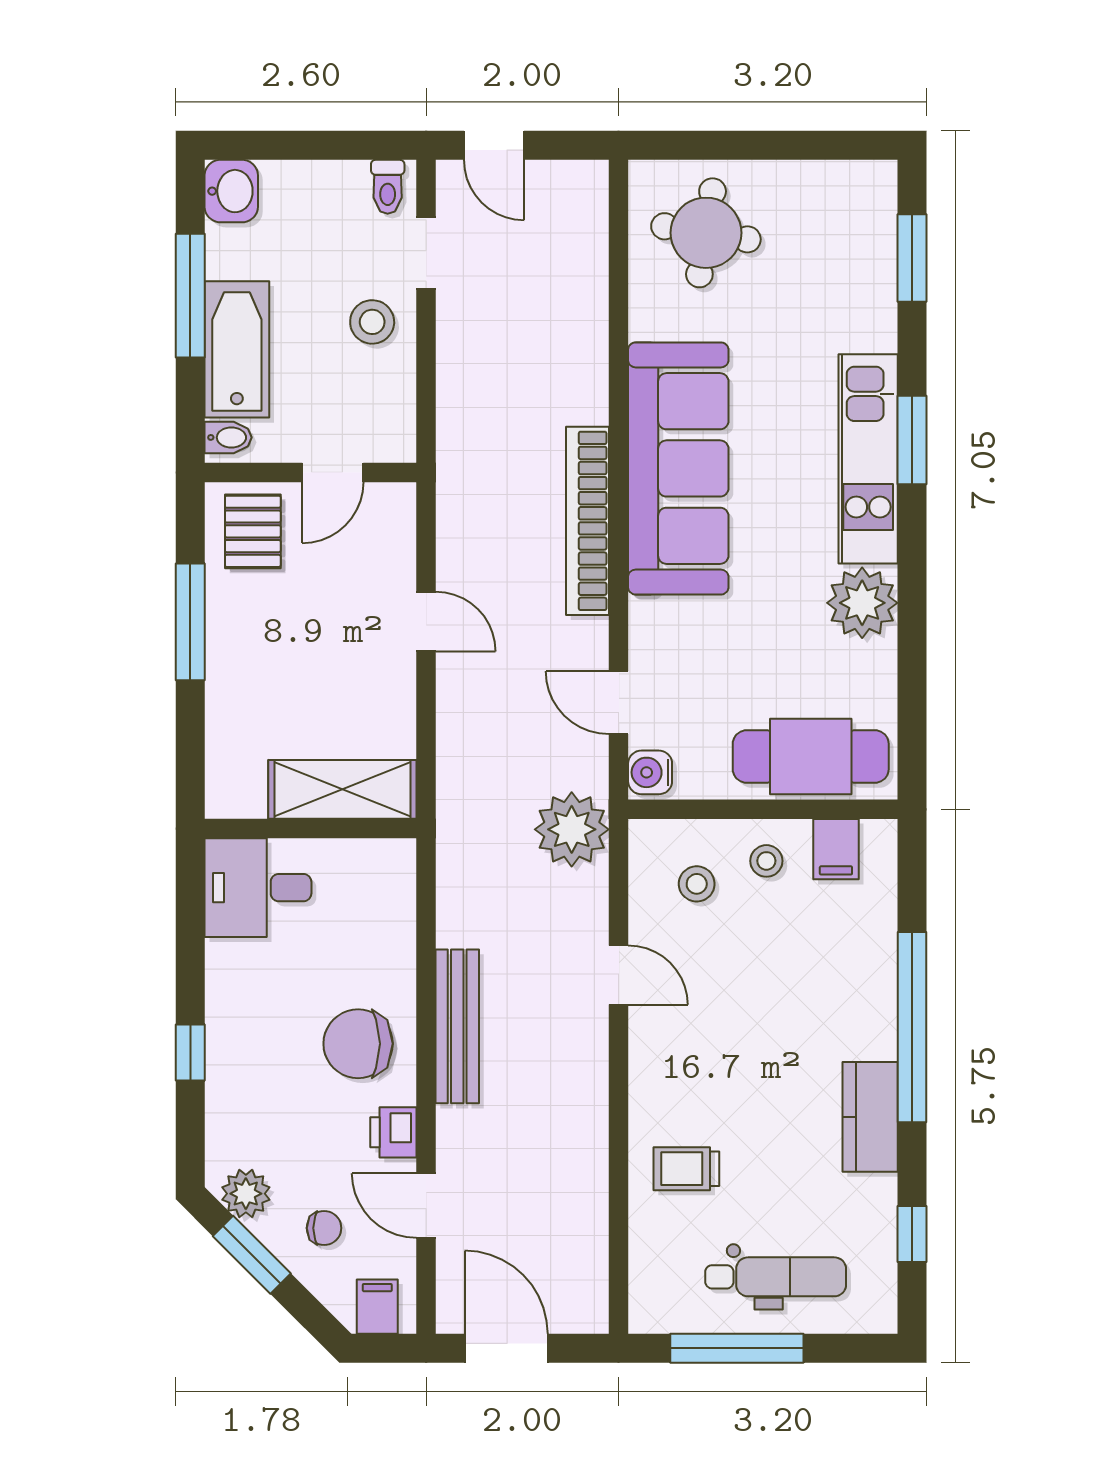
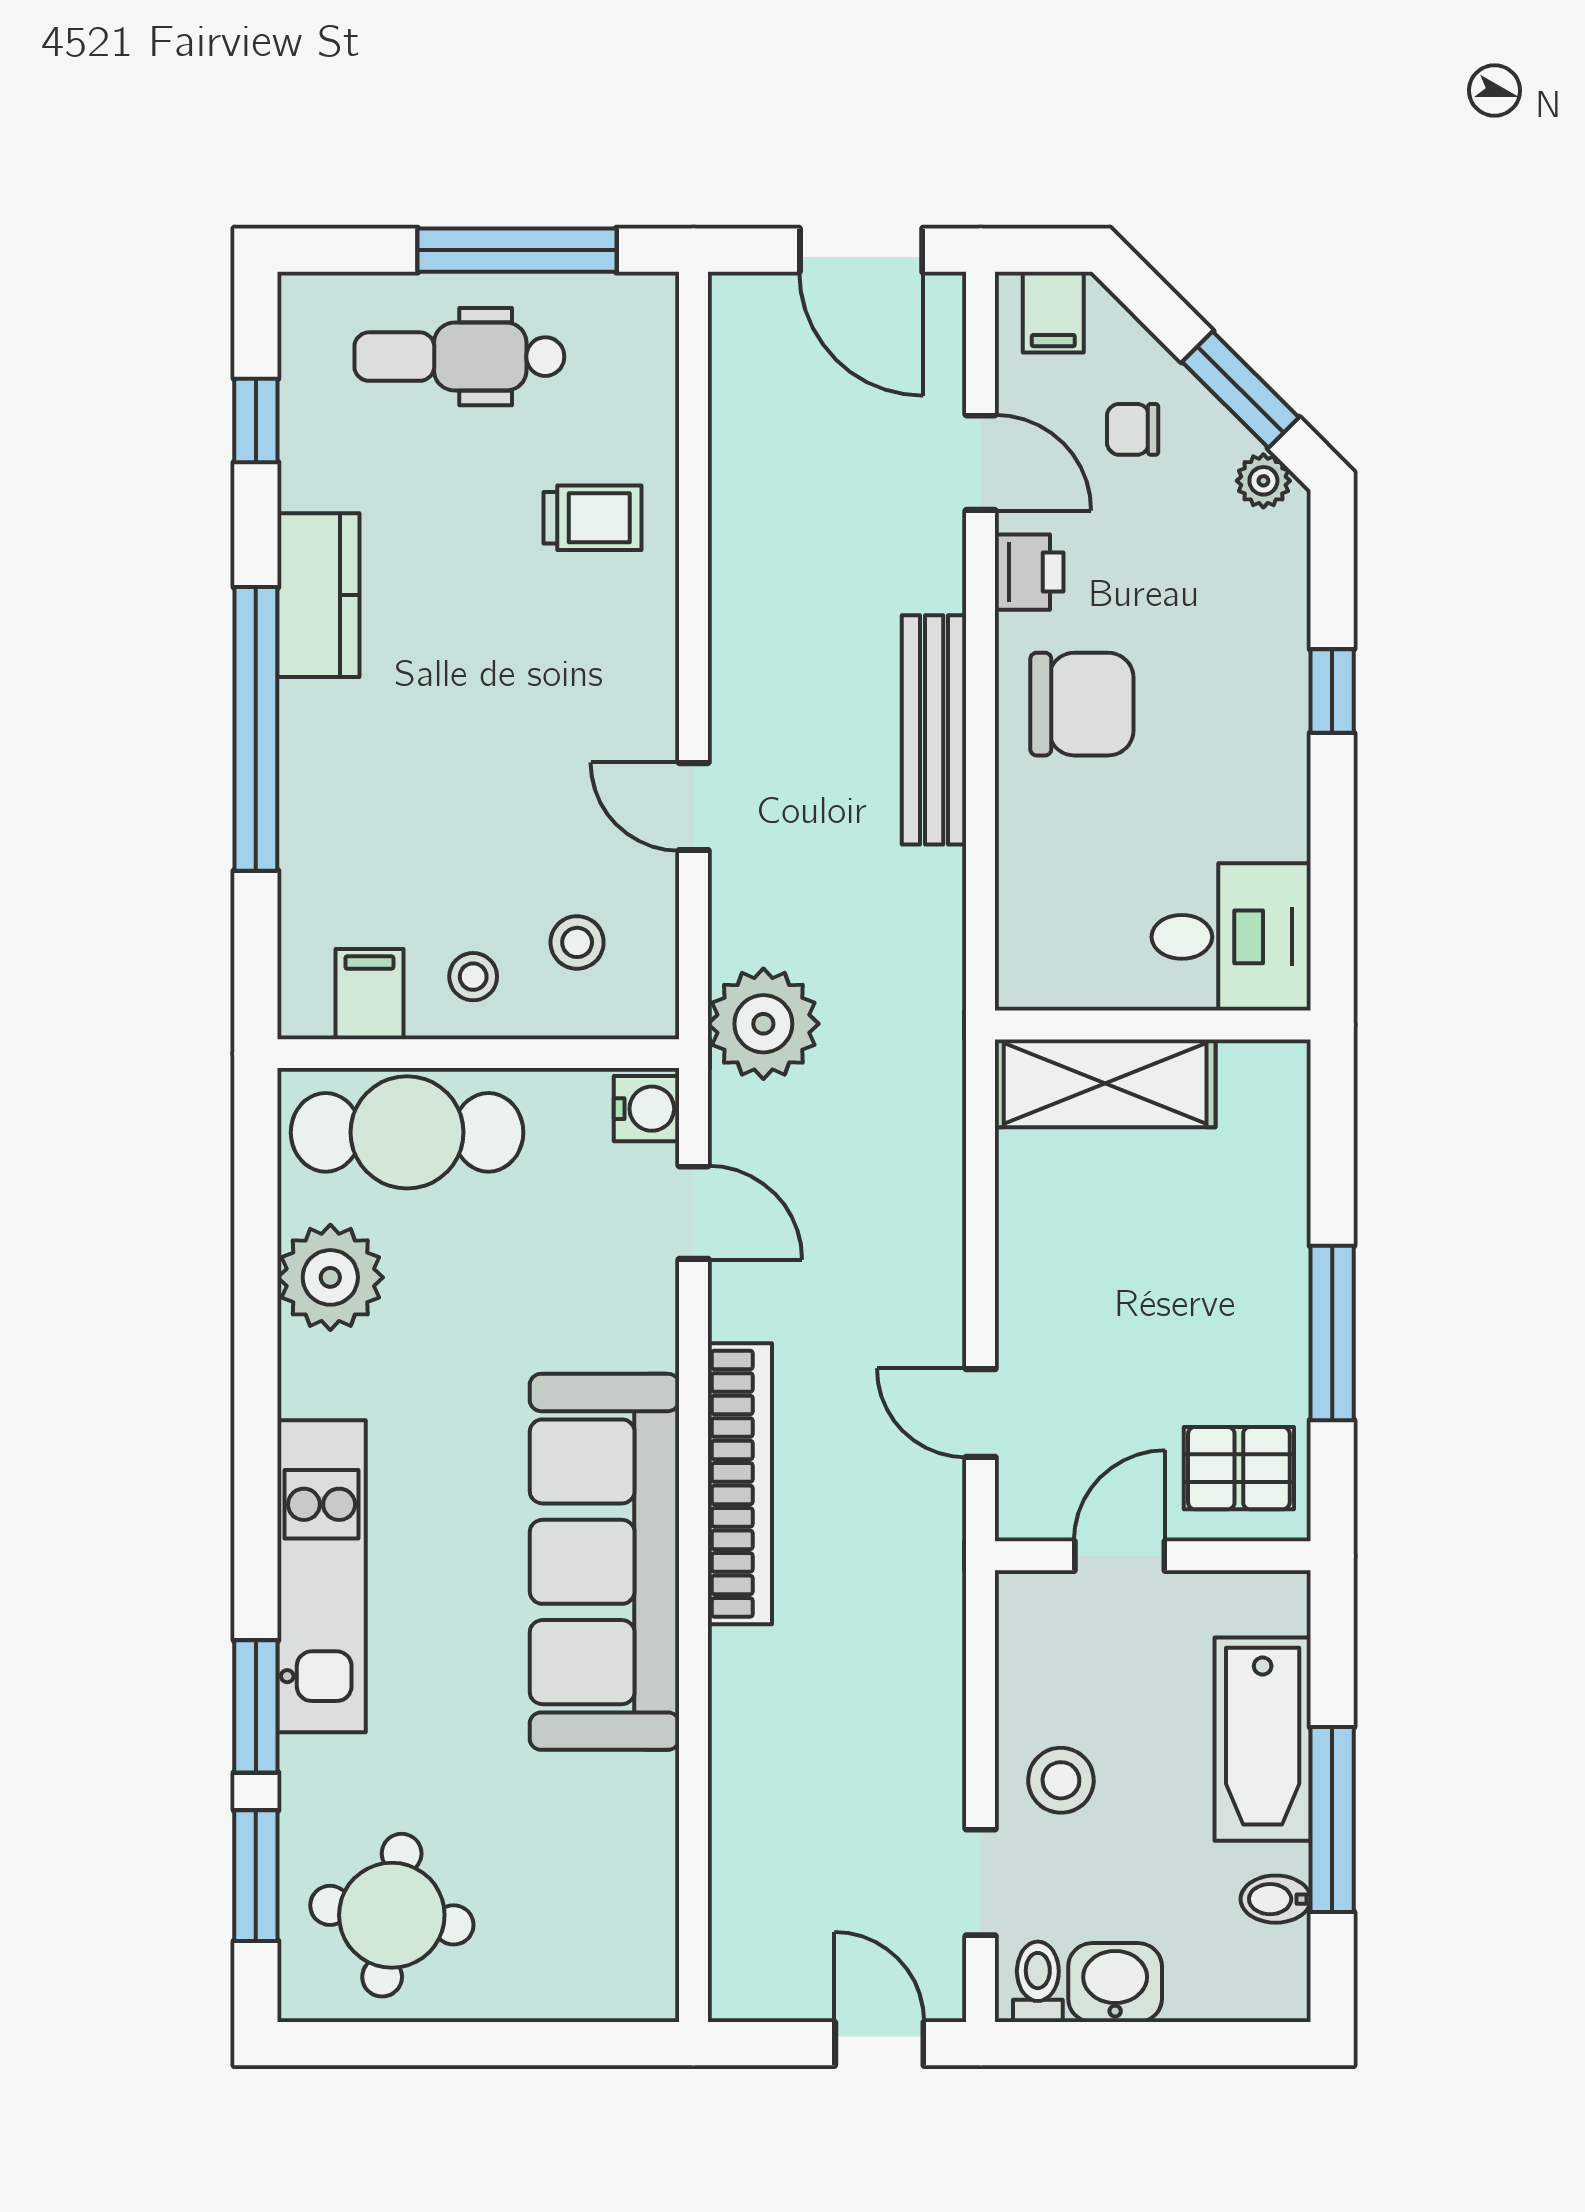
washbasin: (231, 191) -> (1115, 1983), moved, turned 90
round table: (706, 233) -> (392, 1915), moved
bidet: (228, 437) -> (1276, 1899), moved
window: (912, 440) -> (256, 1706), moved
pallet: (253, 531) -> (1239, 1468), turned 90
plant: (862, 603) -> (330, 1277), moved
door: (426, 621) -> (981, 1413), moved
plant: (246, 1194) -> (1263, 481), width x0.73, depth x0.73

